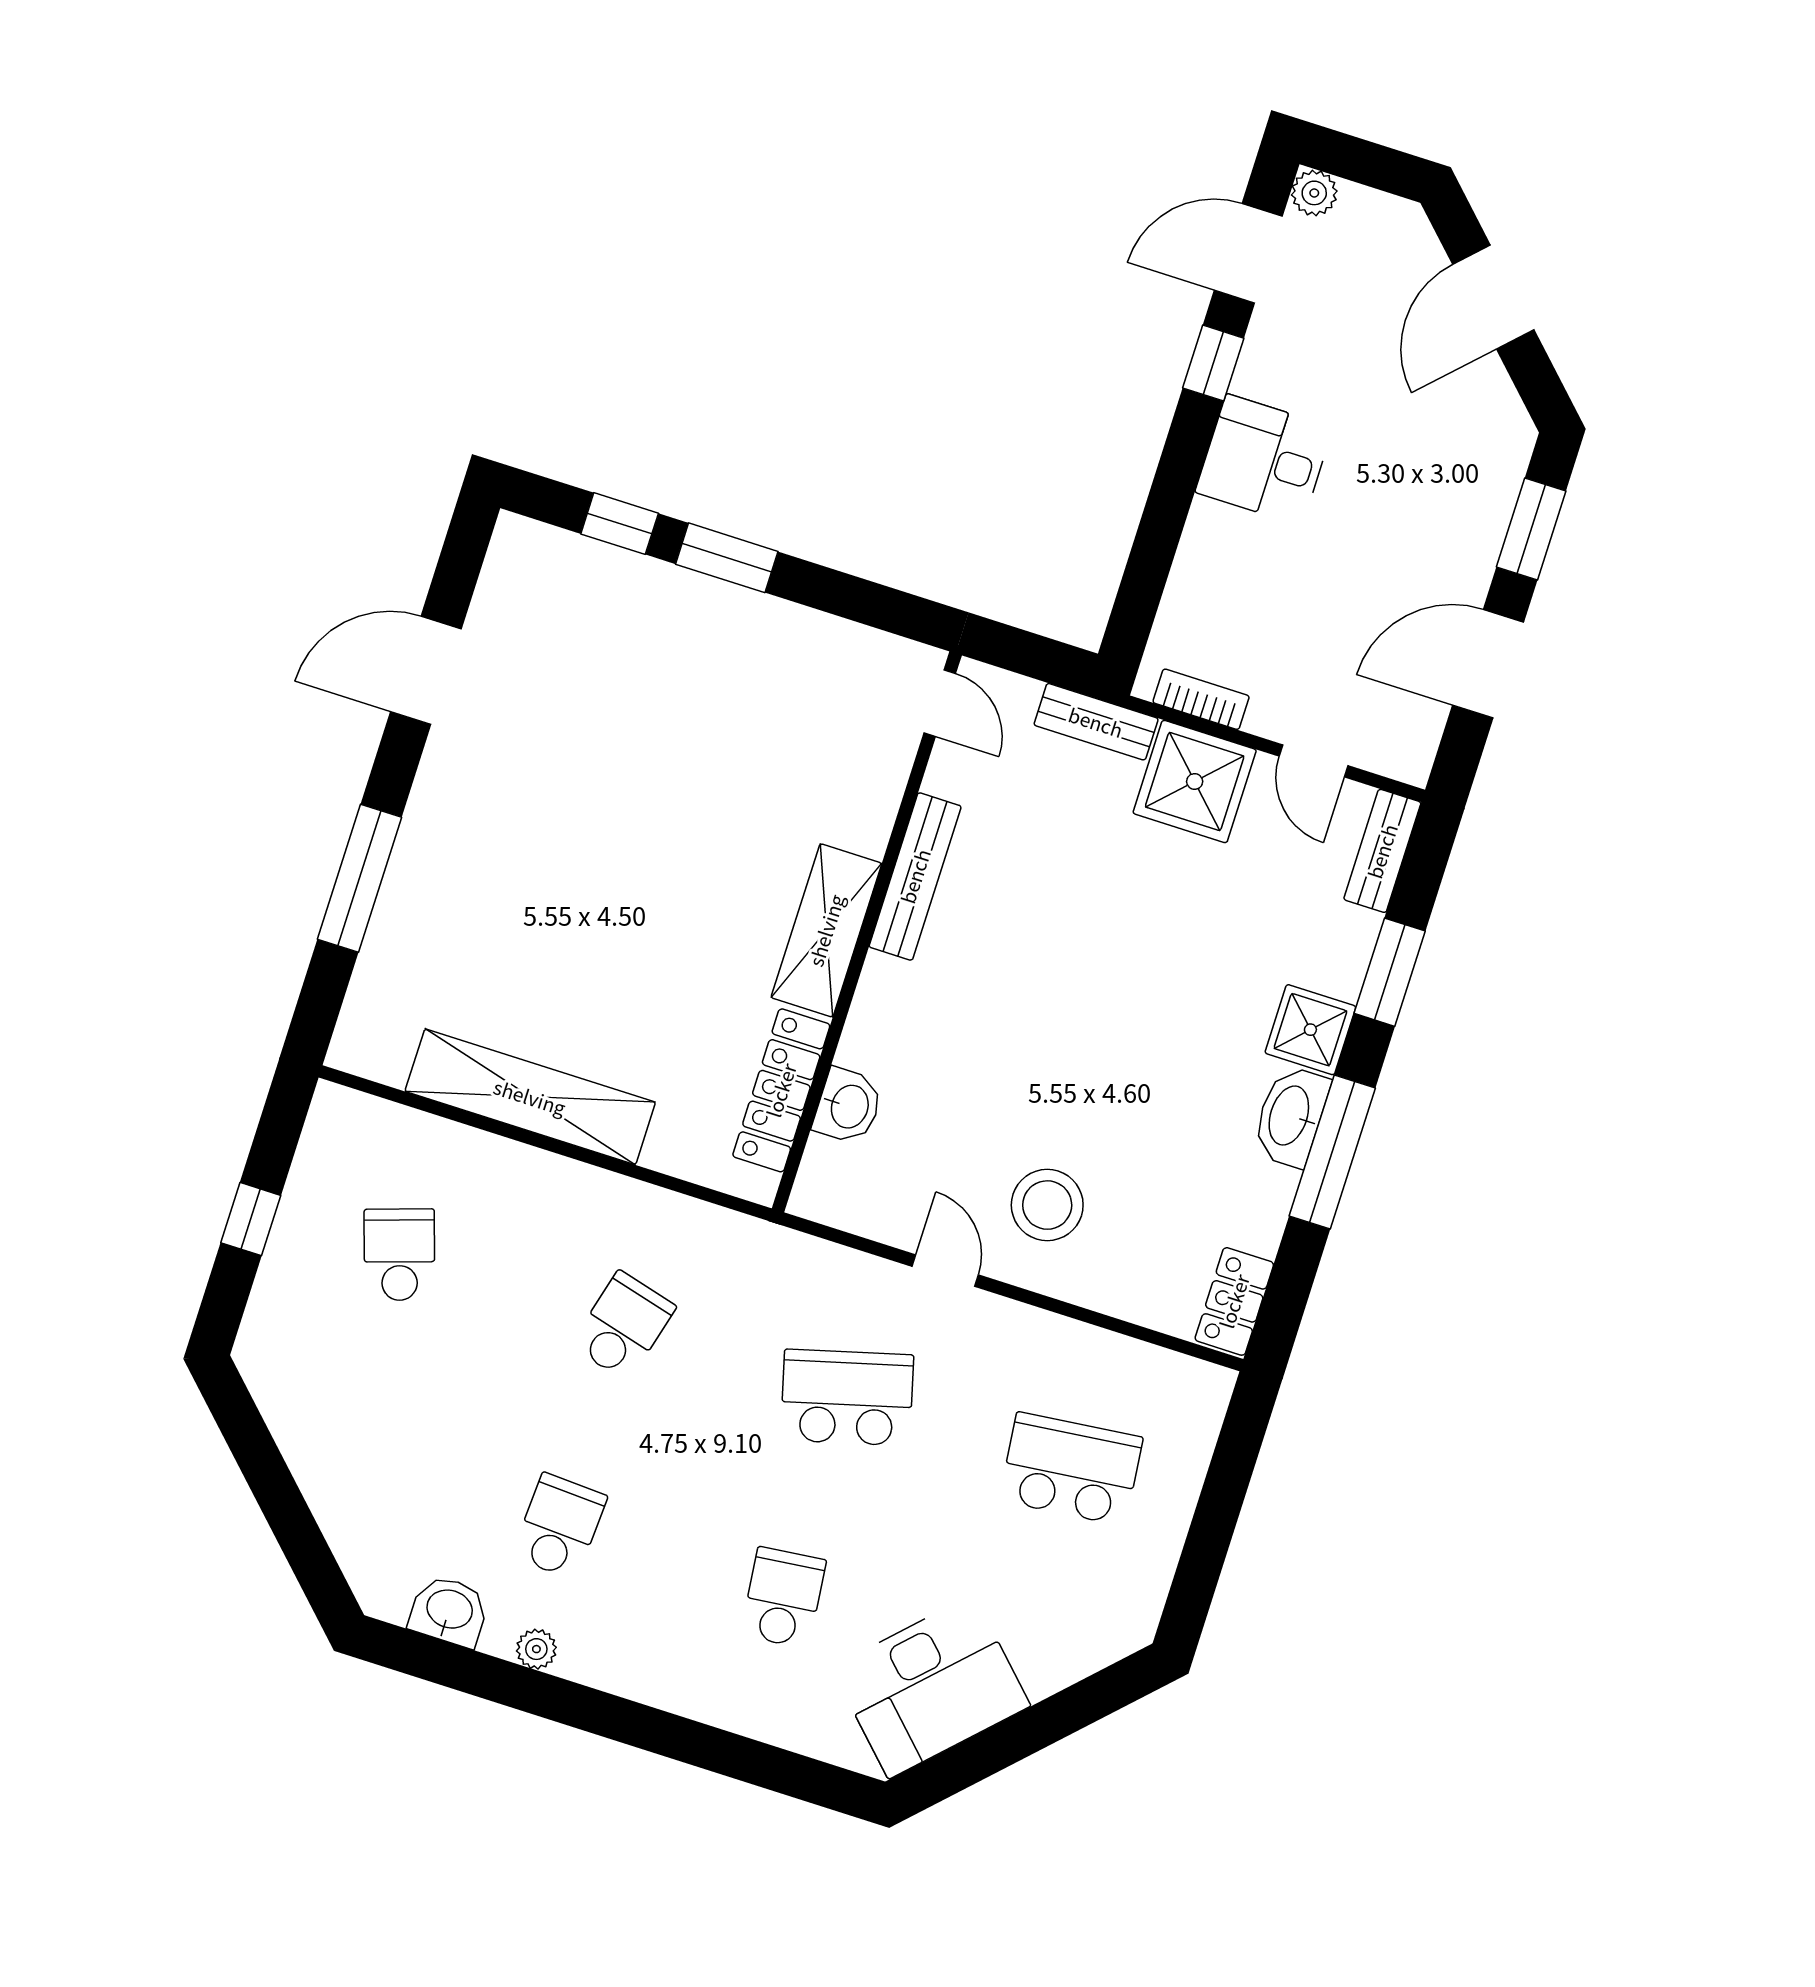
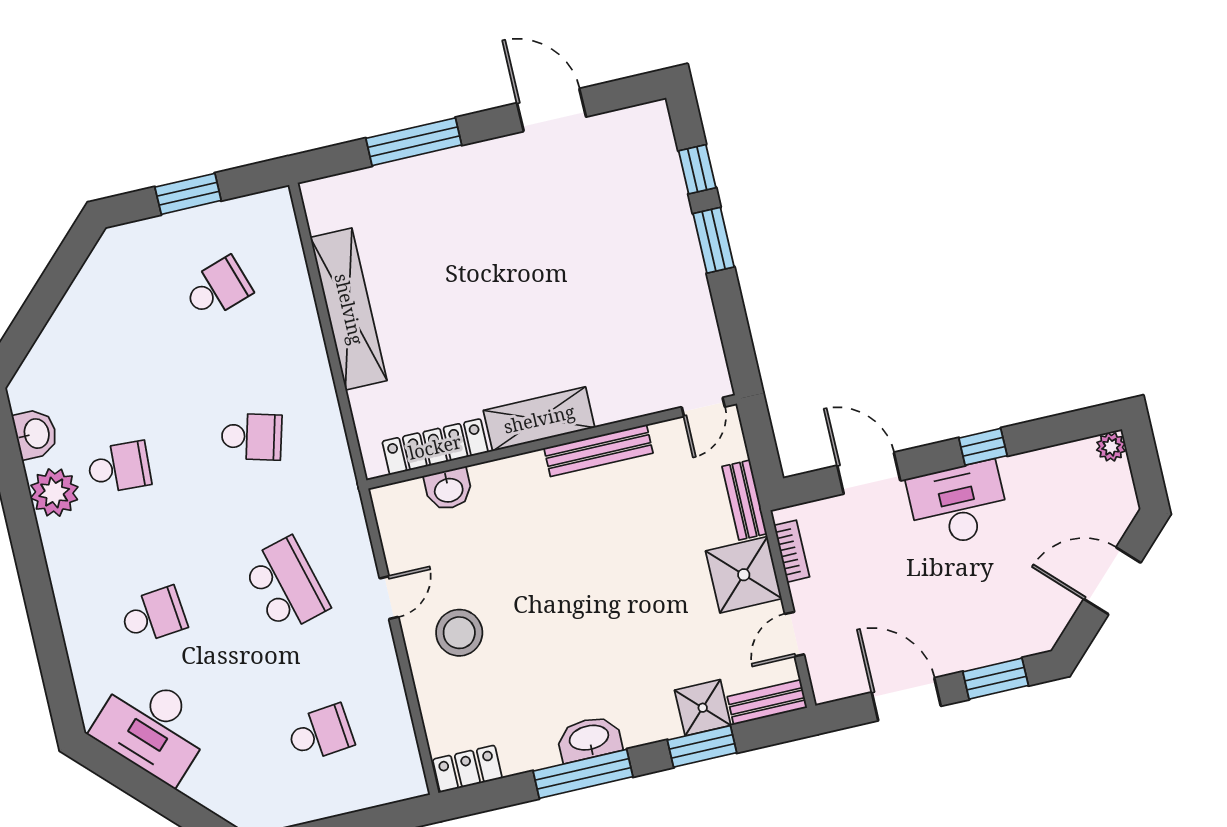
door: (1248, 253) -> (869, 473), moved
desk: (1264, 460) -> (958, 504), width x1.37
shower: (1310, 1030) -> (703, 708), moved
window: (251, 1219) -> (188, 194), width x1.50
school desk: (1071, 1469) -> (320, 733), width x0.54
plant: (536, 1649) -> (54, 492), width x1.88, depth x1.88

